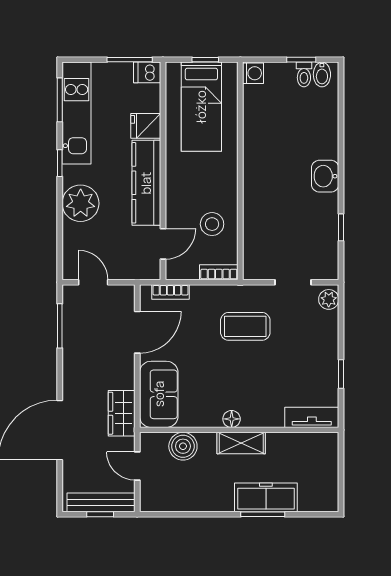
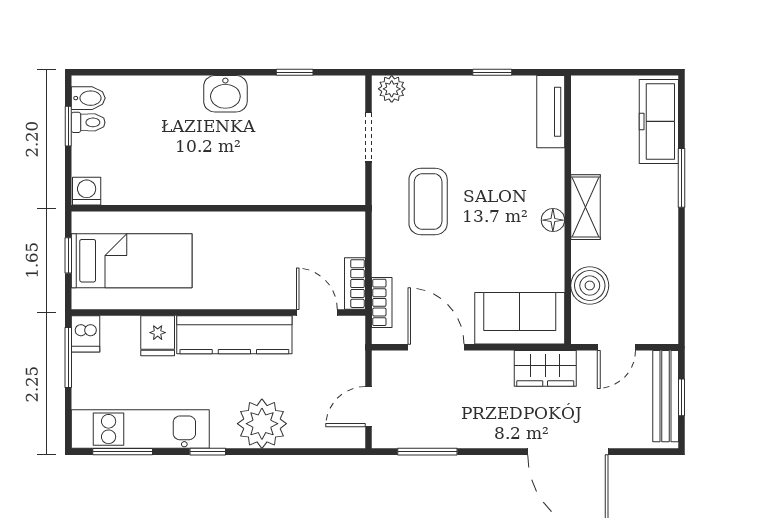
stool: (212, 224) -> (290, 246), removed
bookcase: (219, 272) -> (355, 284), moved
freezer: (266, 497) -> (659, 121), moved

